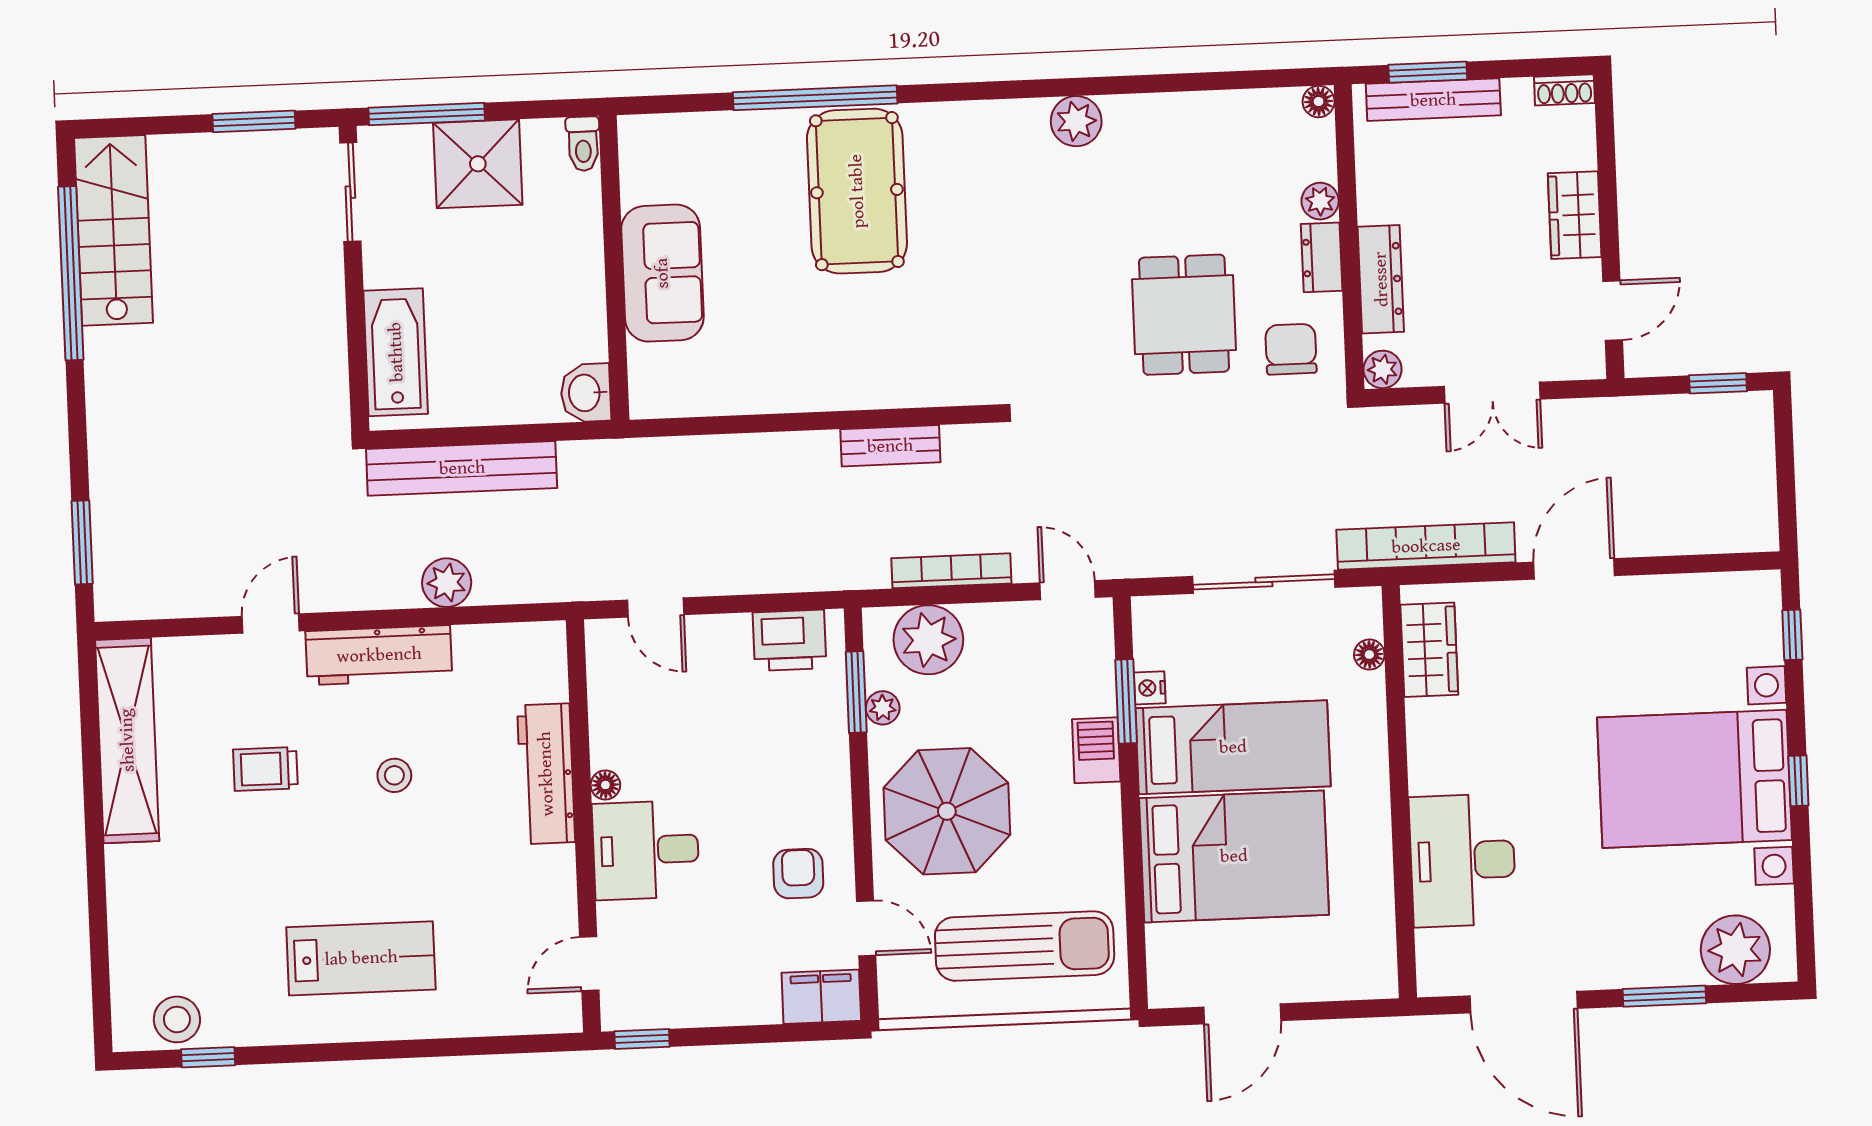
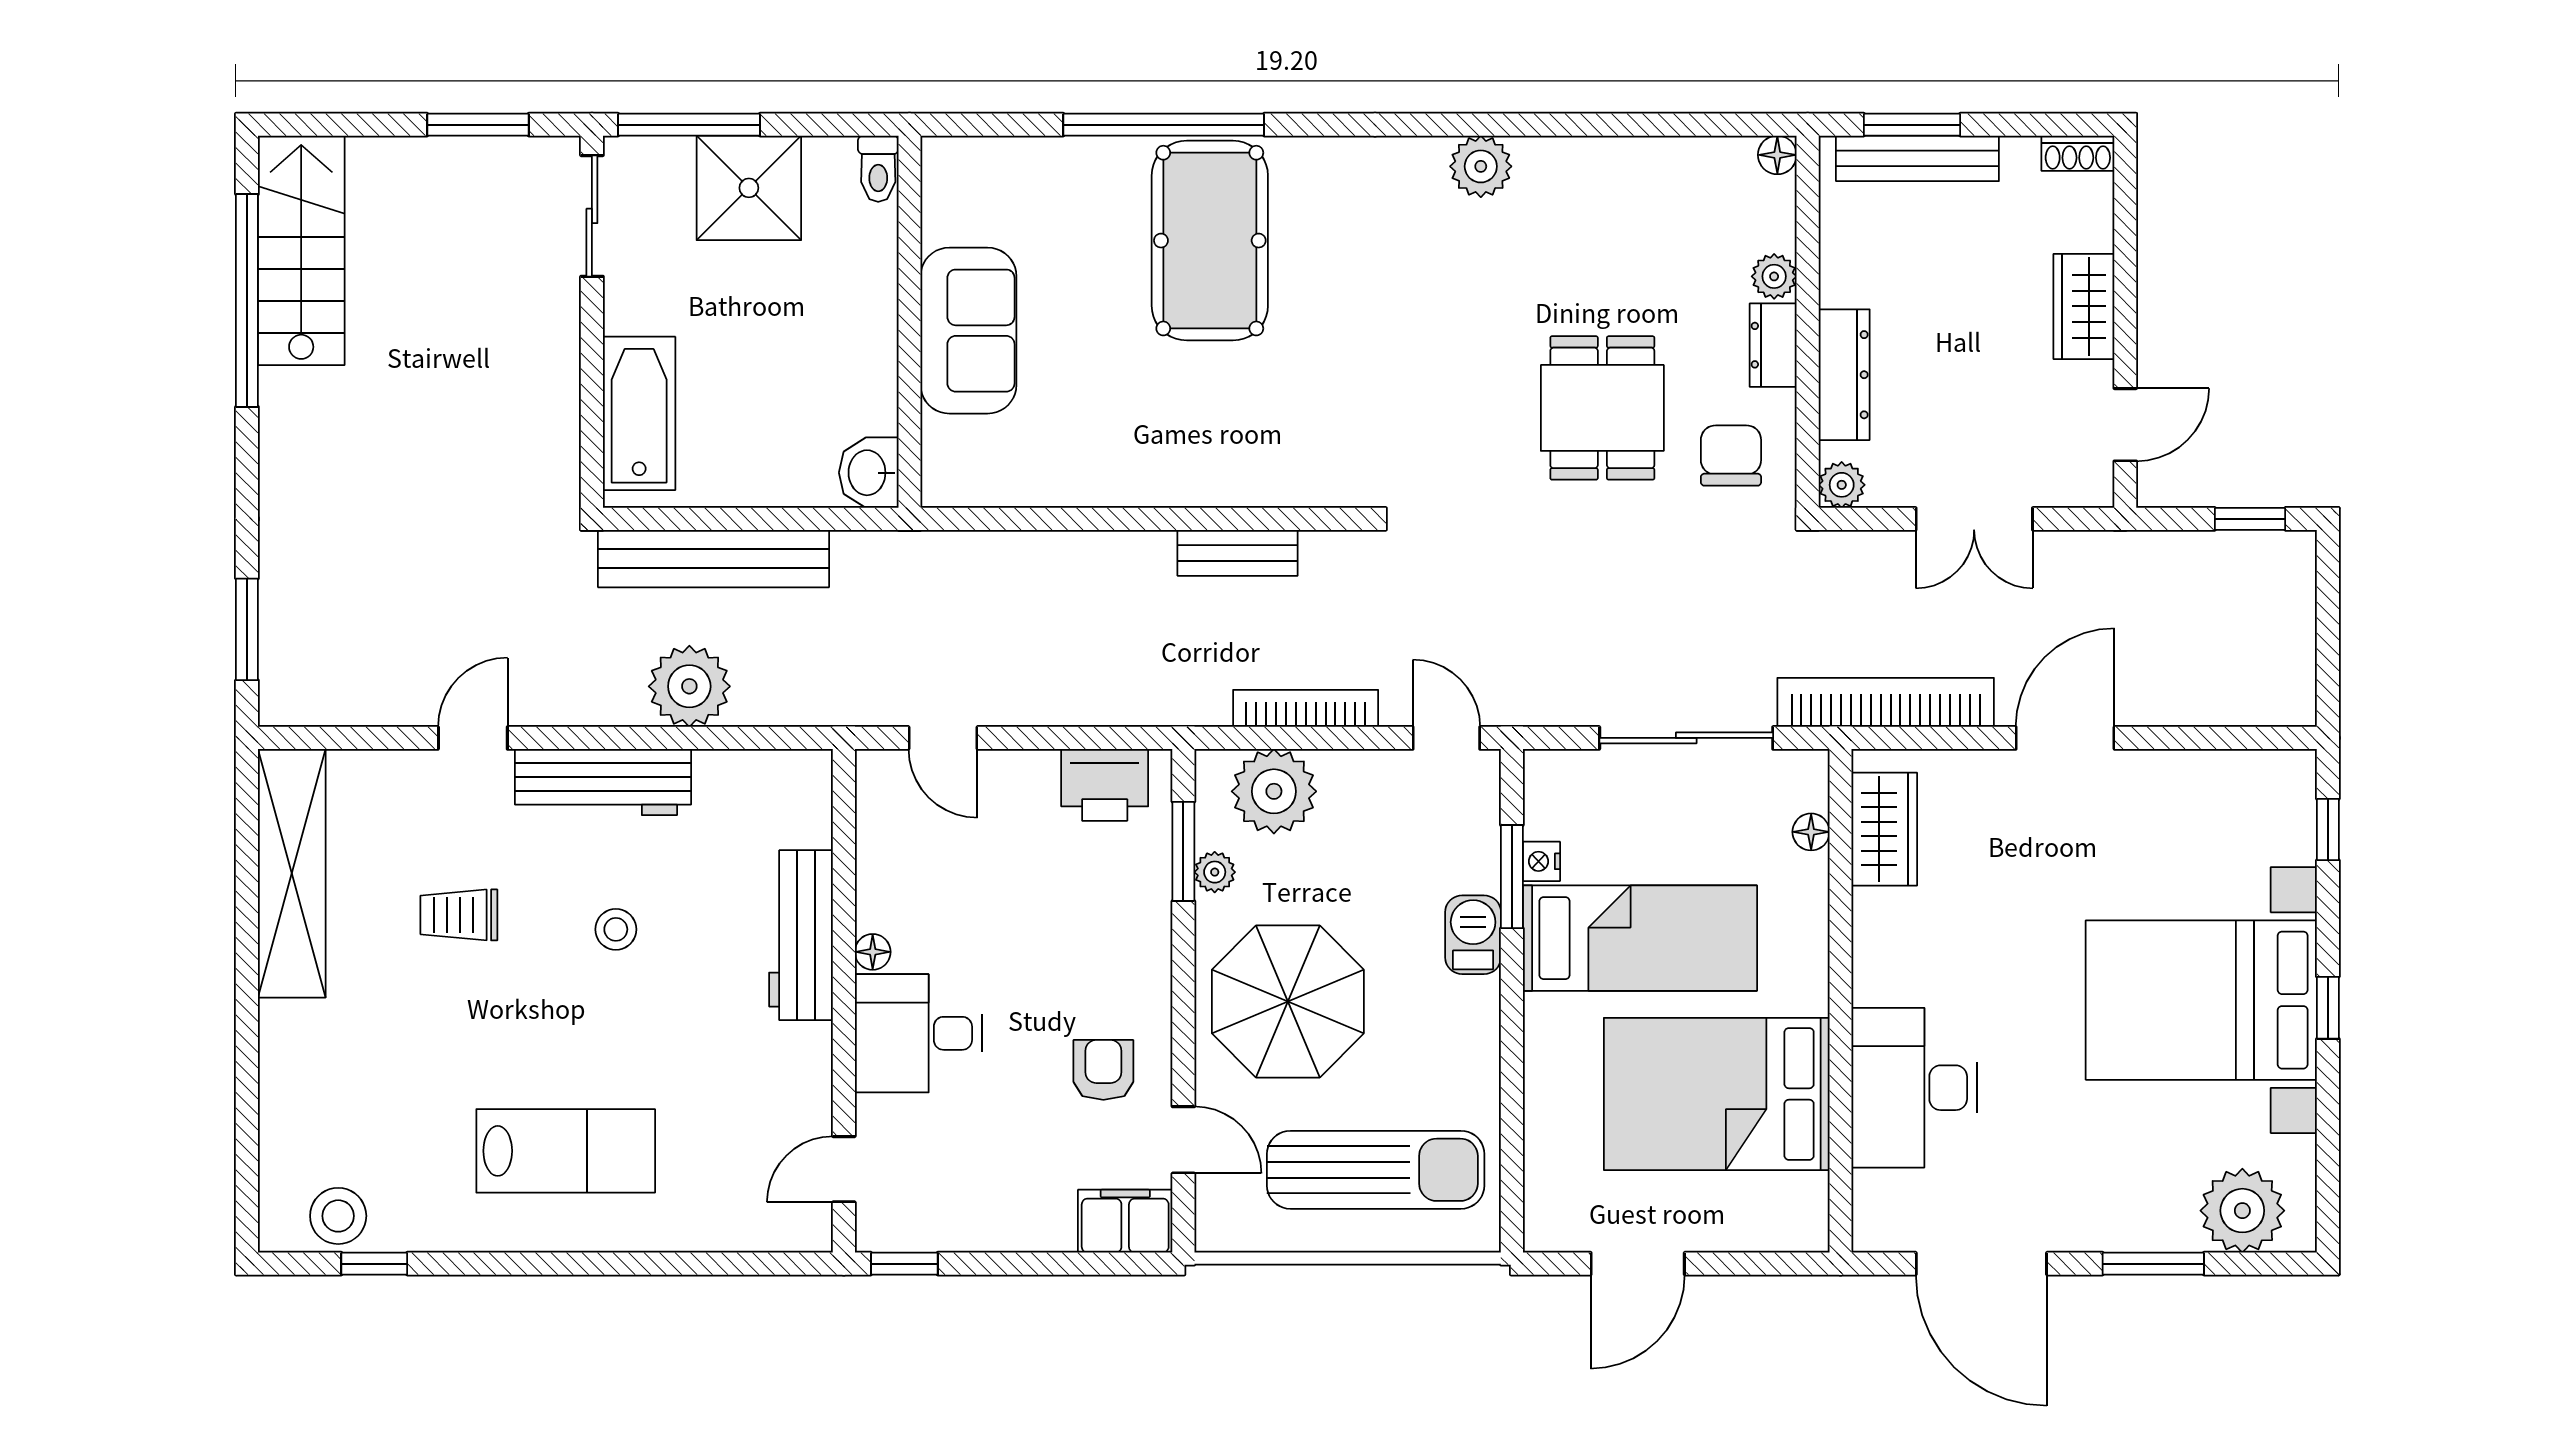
plant: (447, 583) -> (689, 686), width x1.36, depth x1.36
bed: (1234, 856) -> (1717, 1094), moved, turned 180

